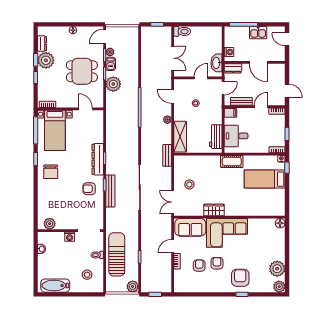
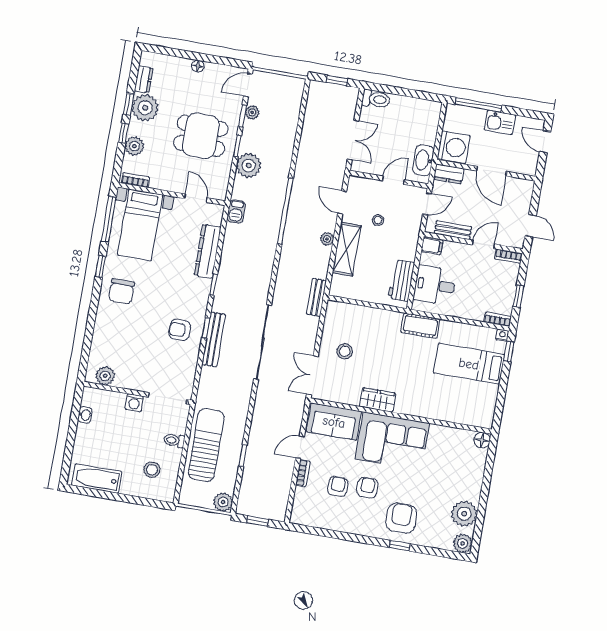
washing machine: (229, 52) -> (454, 147), width x1.89, depth x1.89
barbecue: (111, 64) -> (236, 211), moved
plant: (43, 84) -> (134, 146), added
shelving: (180, 137) -> (347, 249), moved
dresser: (98, 159) -> (208, 251), moved

